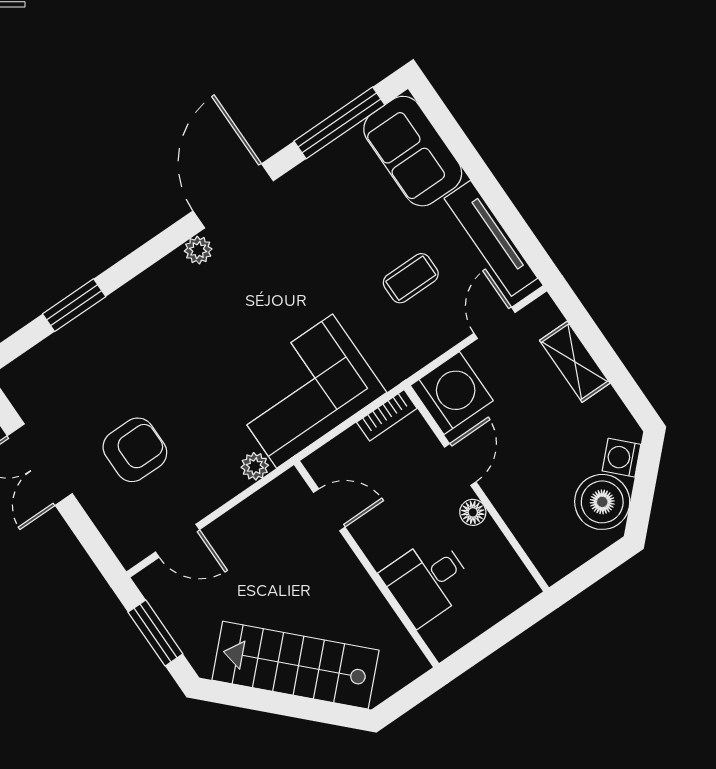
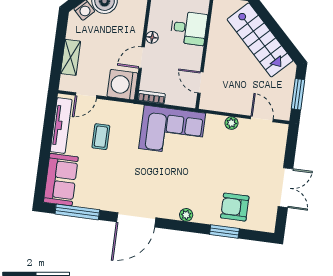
plant: (198, 250) -> (186, 215), moved
coffee table: (411, 278) -> (101, 137), turned 90
armchair: (135, 450) -> (235, 207), moved
plant: (255, 466) -> (231, 123), moved

